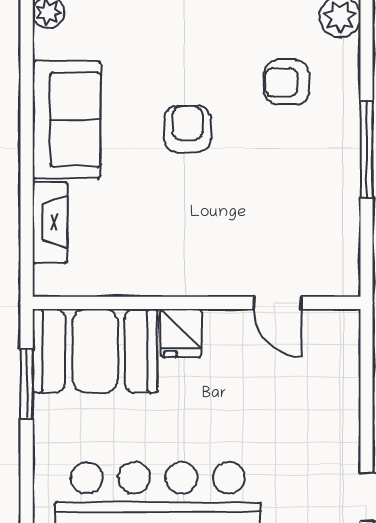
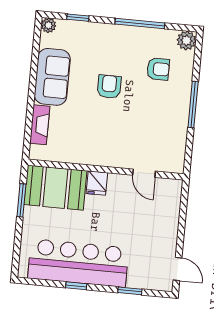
armchair: (287, 82) -> (158, 69), turned 180

